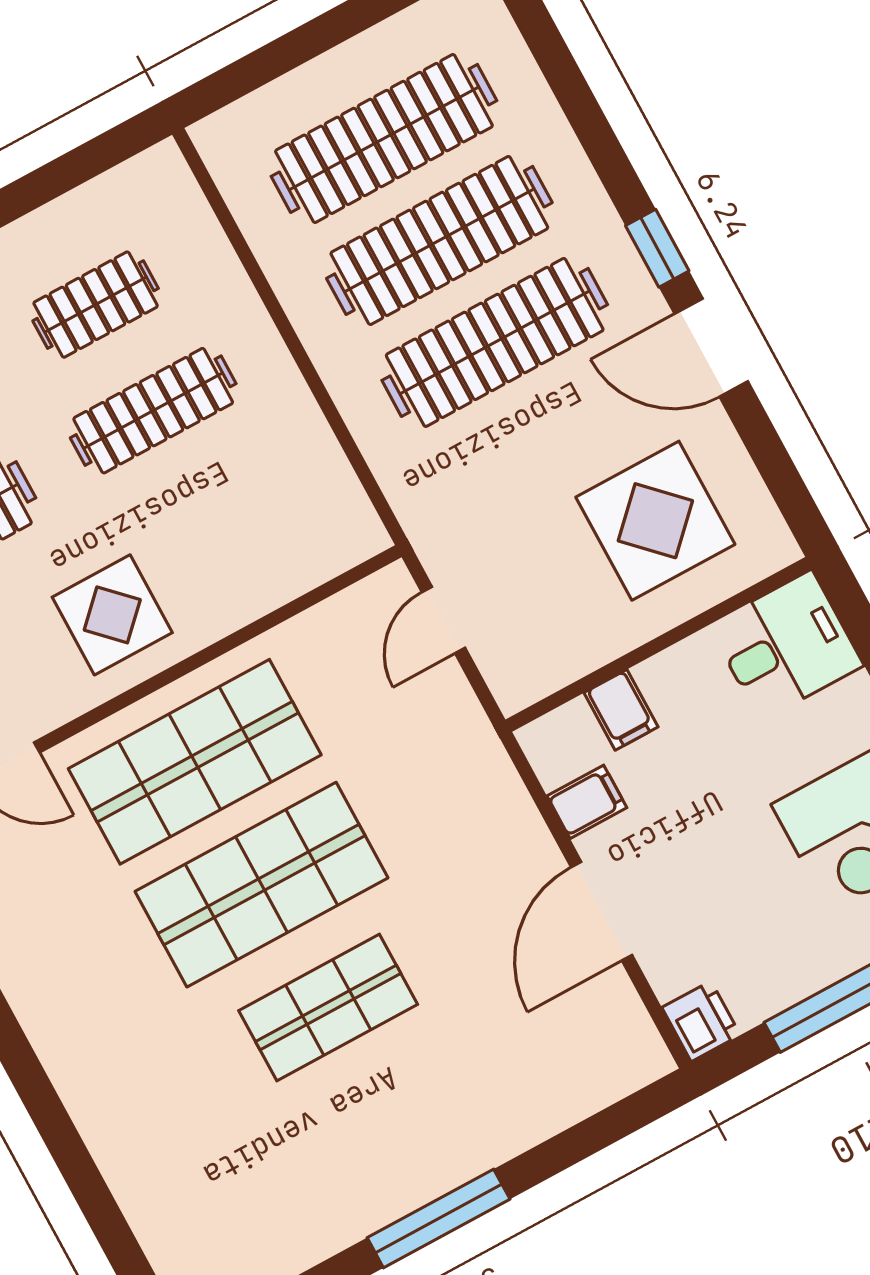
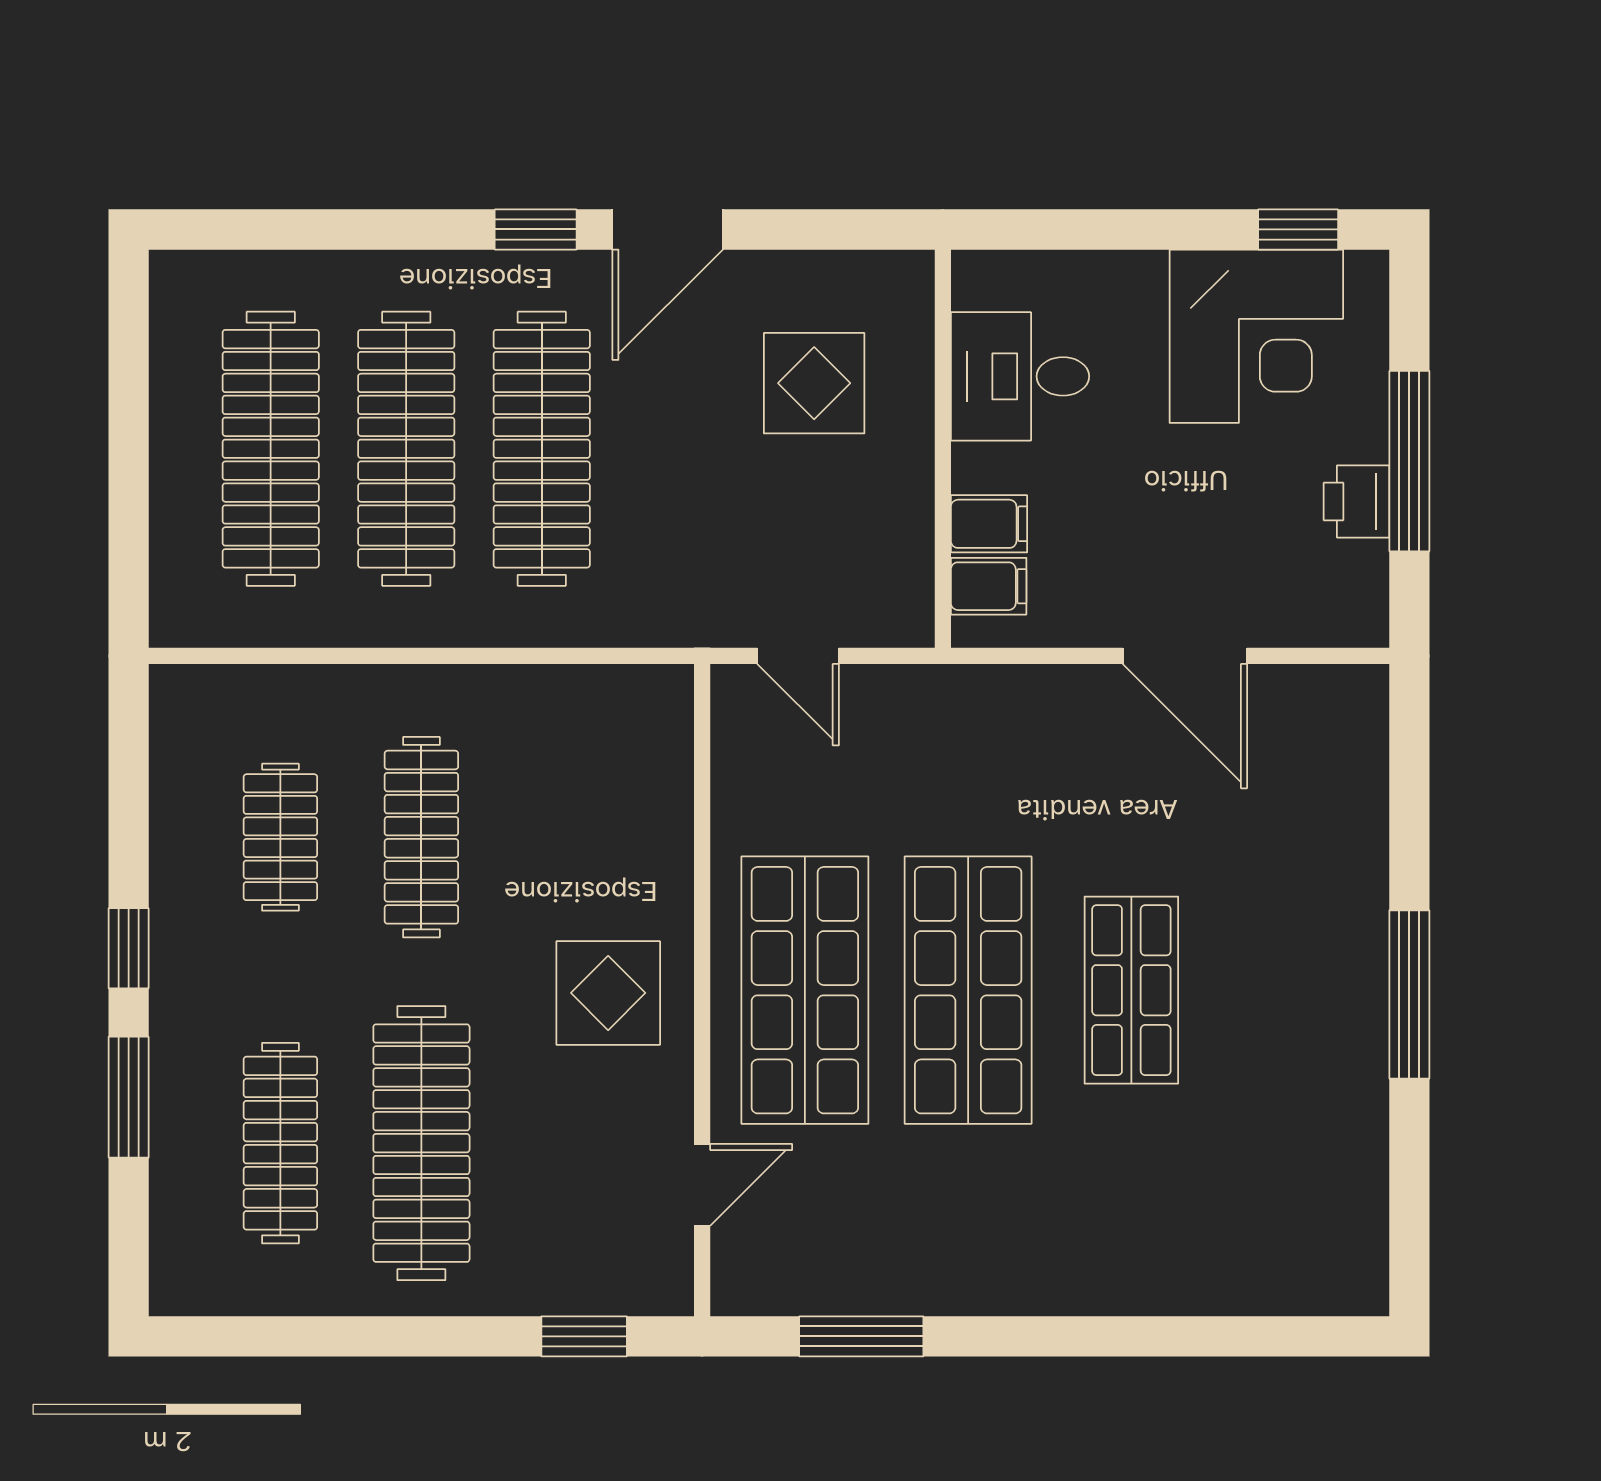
display table: (655, 521) -> (814, 383), width x0.73, depth x0.73
desk: (786, 646) -> (1020, 376), moved, turned -90
filing cabinet: (587, 802) -> (989, 586), moved, turned 90
printer: (701, 1021) -> (1356, 501), moved, turned -90

